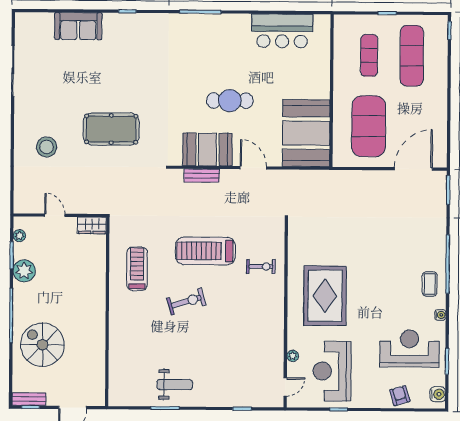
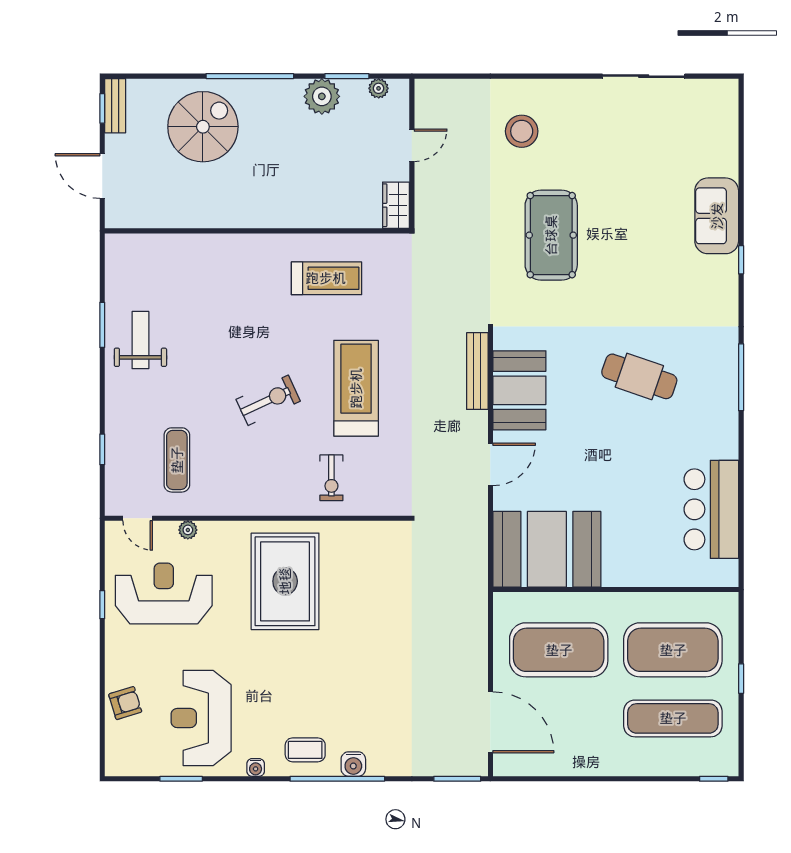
sofa: (78, 26) -> (717, 216), moved
exercise mat: (369, 55) -> (673, 650), width x2.00, depth x1.45
cafe table: (230, 101) -> (639, 376), moved, turned -71
bench: (202, 176) -> (477, 371), width x1.36
rug: (325, 296) -> (285, 581), turned 90
exercise bike: (186, 302) -> (268, 400), moved, turned -98
reception desk: (409, 348) -> (201, 718), turned 180
exercise mat: (249, 362) -> (177, 460), added
weight bench: (175, 385) -> (140, 340), turned 180
water cooler: (438, 394) -> (353, 764), moved

